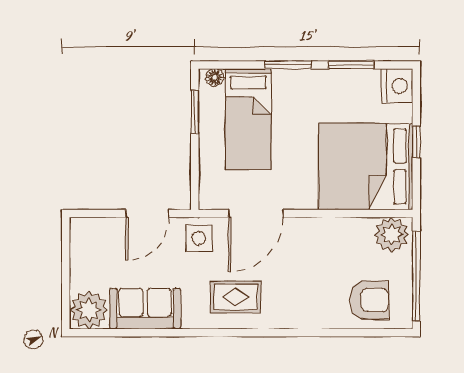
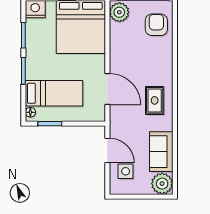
side table: (199, 238) -> (126, 171), moved

